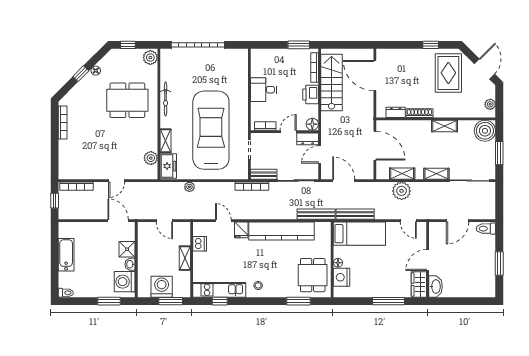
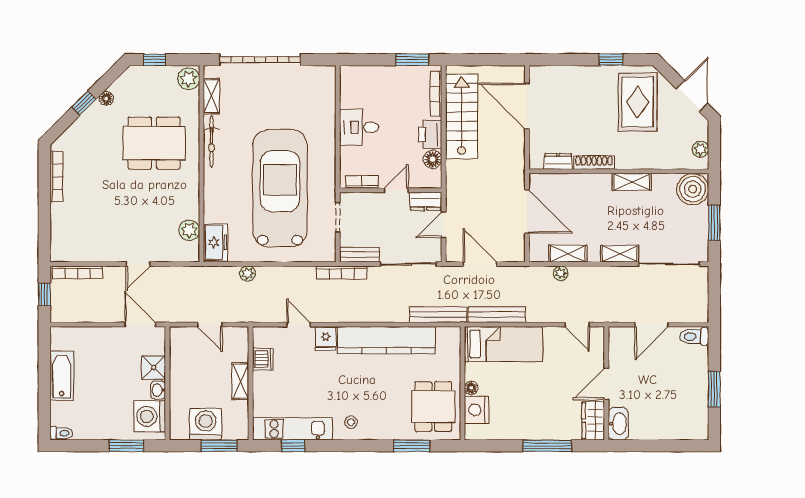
floor lamp: (312, 124) -> (433, 159), moved
shelving: (165, 141) -> (211, 96), moved
plant: (402, 191) -> (561, 273), width x0.53, depth x0.53

